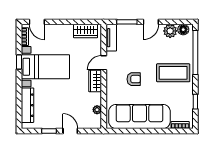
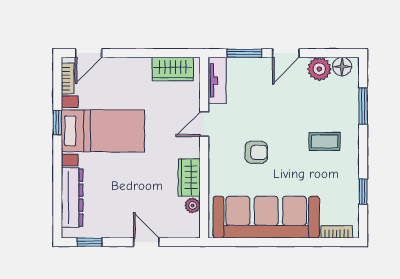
door: (37, 22) -> (88, 53), hinge flipped
window: (195, 52) -> (363, 106), width x0.47
coffee table: (173, 73) -> (325, 141), width x0.54, depth x0.58
wardrobe: (95, 81) -> (189, 177), moved
window: (49, 131) -> (89, 242), moved

